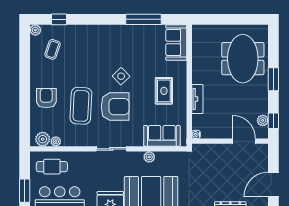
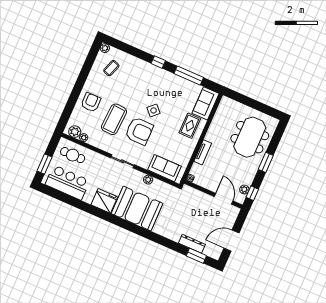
window: (59, 19) -> (158, 62), moved
rug: (164, 91) -> (190, 126), moved

